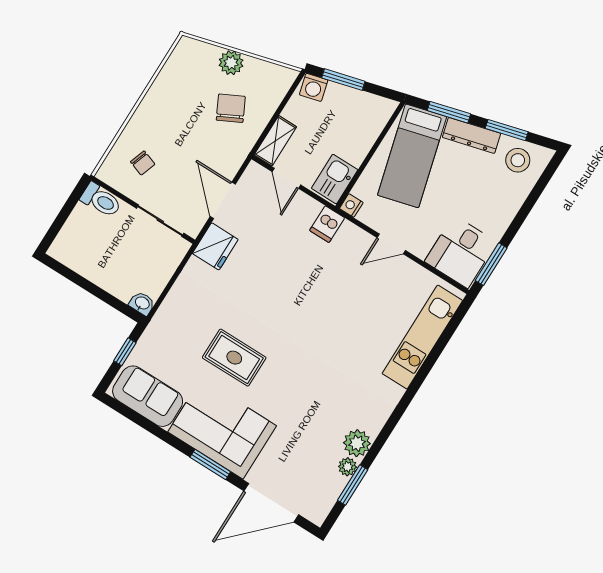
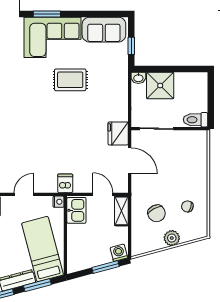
chair: (143, 163) -> (187, 206), moved
shower: (119, 275) -> (160, 86), added

